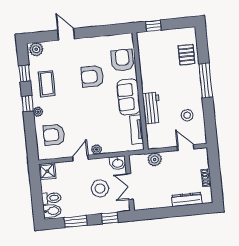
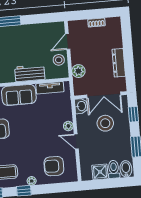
stool: (187, 115) -> (59, 60), moved
armchair: (54, 135) -> (54, 166), turned 91
shower: (47, 171) -> (100, 172), moved
double door: (130, 186) -> (104, 95), width x1.37
dresser: (187, 199) -> (119, 63), moved

